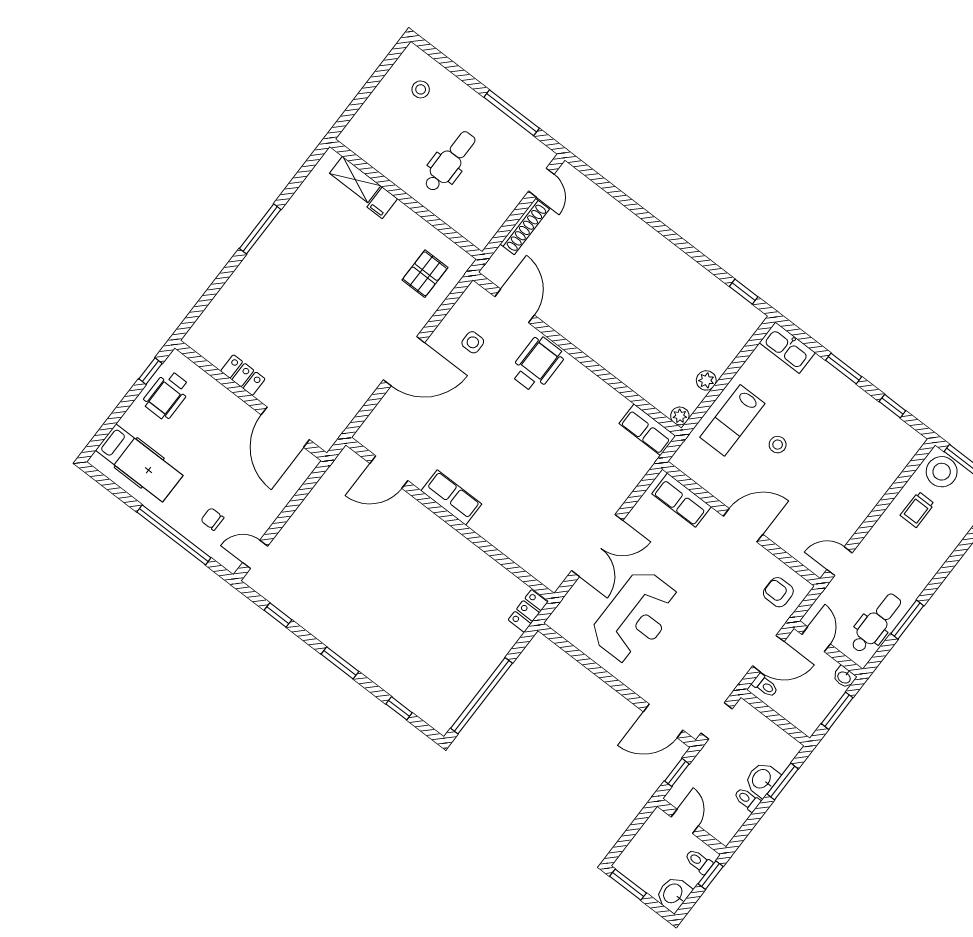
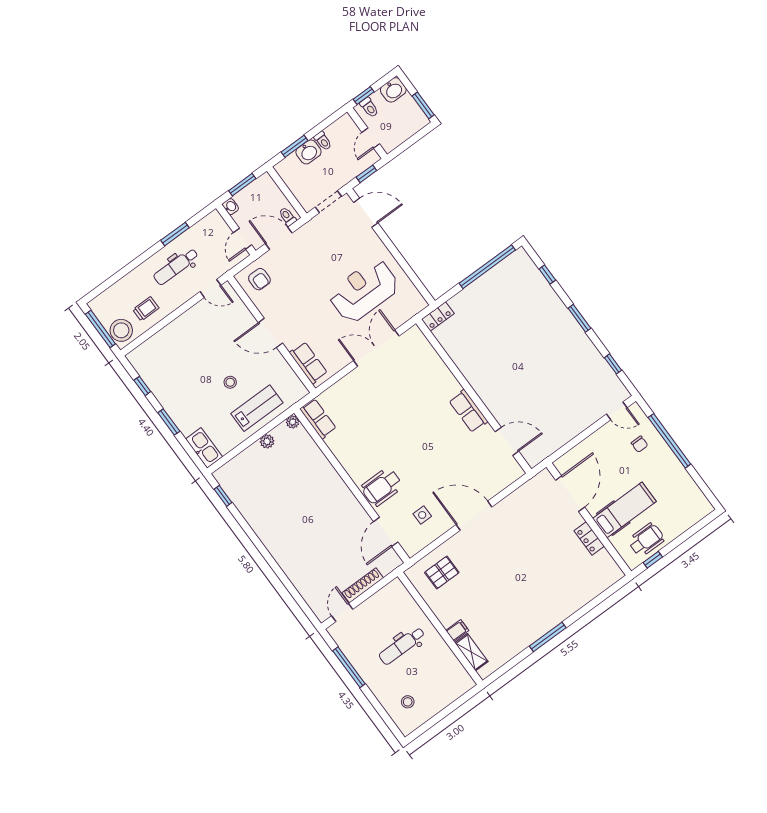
hospital bed: (139, 463) -> (624, 510), moved, turned 90
dental chair: (876, 623) -> (176, 267), moved

